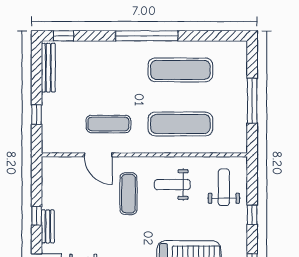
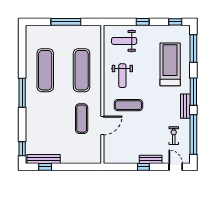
window: (147, 36) -> (22, 93), width x0.68
window: (37, 115) -> (45, 167), moved

